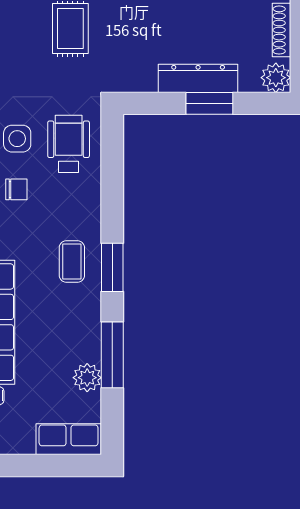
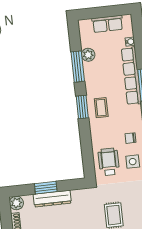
wheelchair: (69, 144) -> (109, 162), turned 180
row of seats: (69, 439) -> (107, 24), moved

